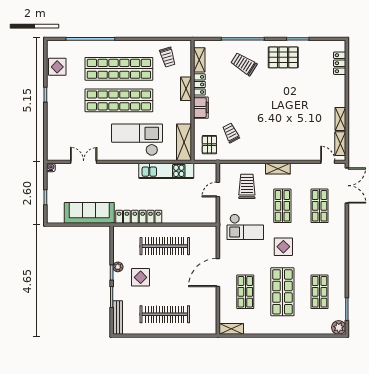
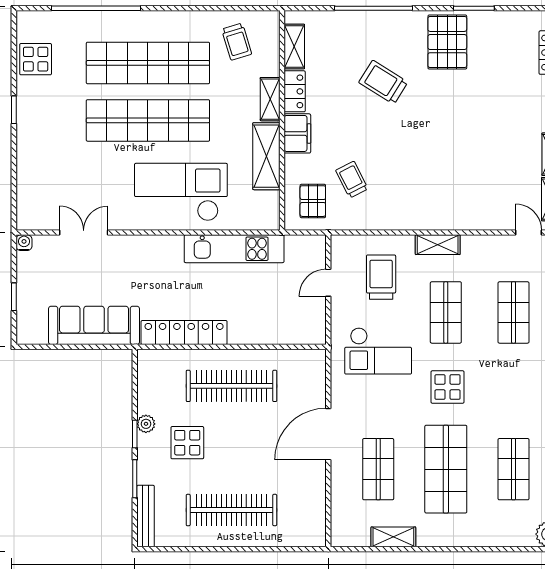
pallet: (283, 57) -> (447, 42), turned 90
trolley: (244, 64) -> (383, 82), moved
shelving: (184, 142) -> (266, 156), moved
shelving: (231, 329) -> (393, 537), moved

